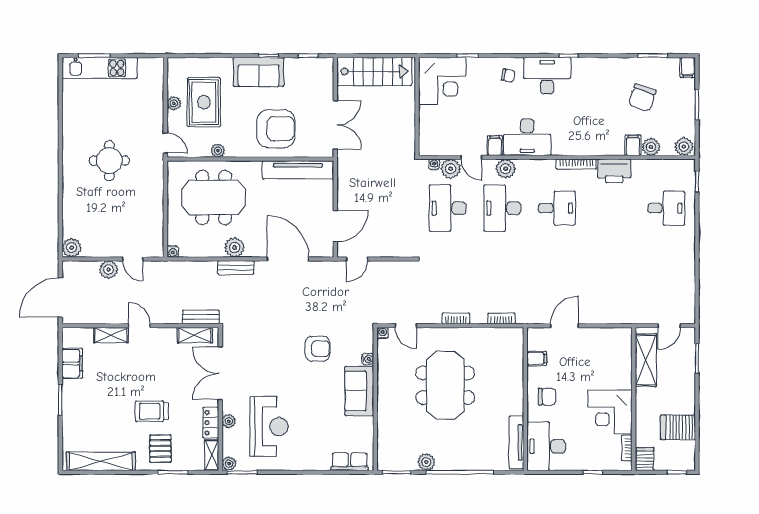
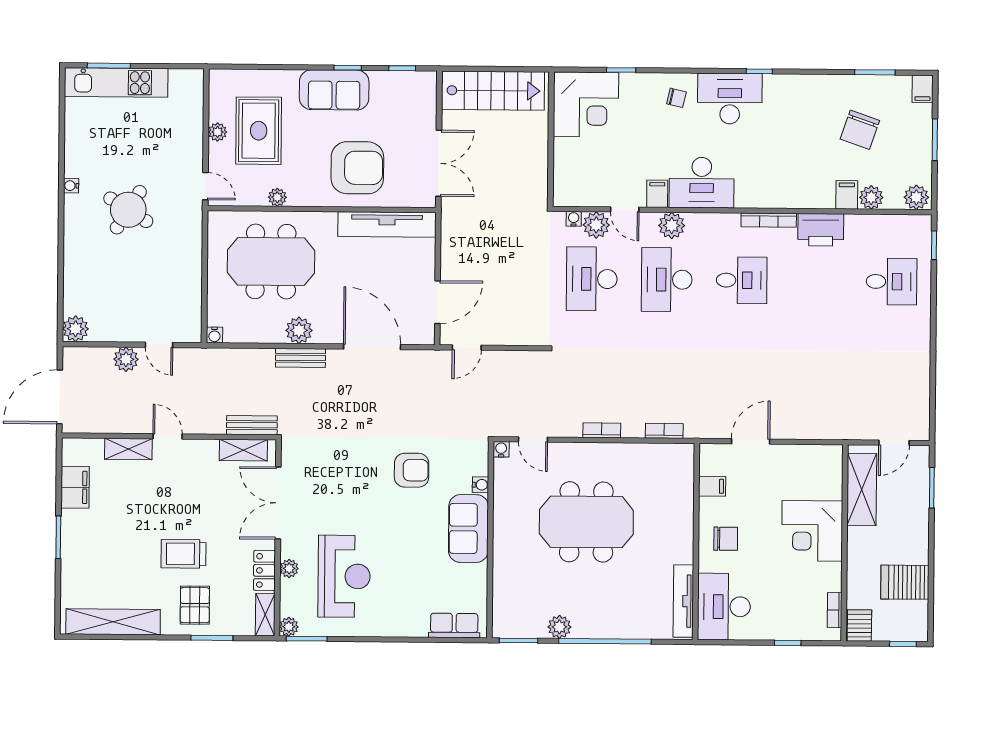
water cooler: (67, 143) -> (71, 186), added
round table: (109, 161) -> (128, 210), turned 32
meeting table: (445, 385) -> (586, 522), turned 90
corner desk: (610, 412) -> (812, 531), moved

